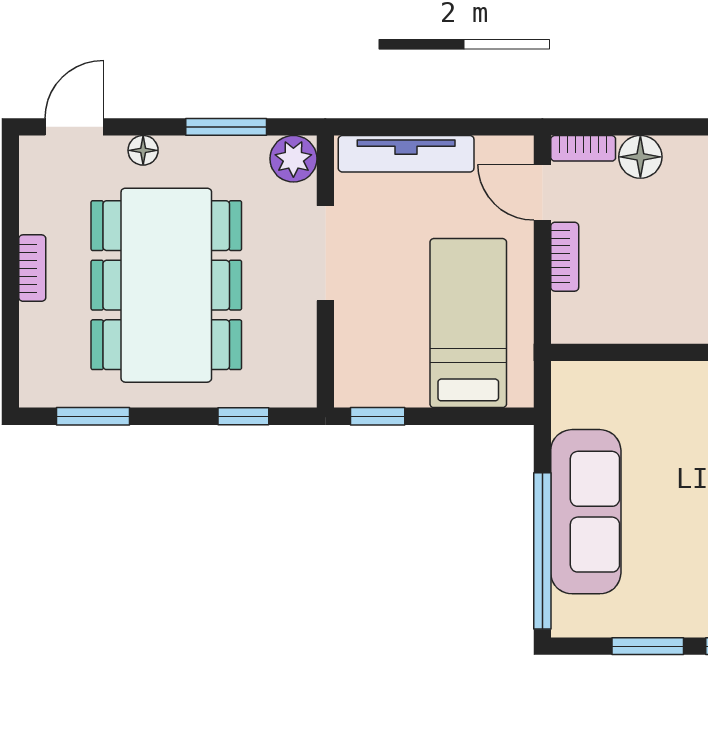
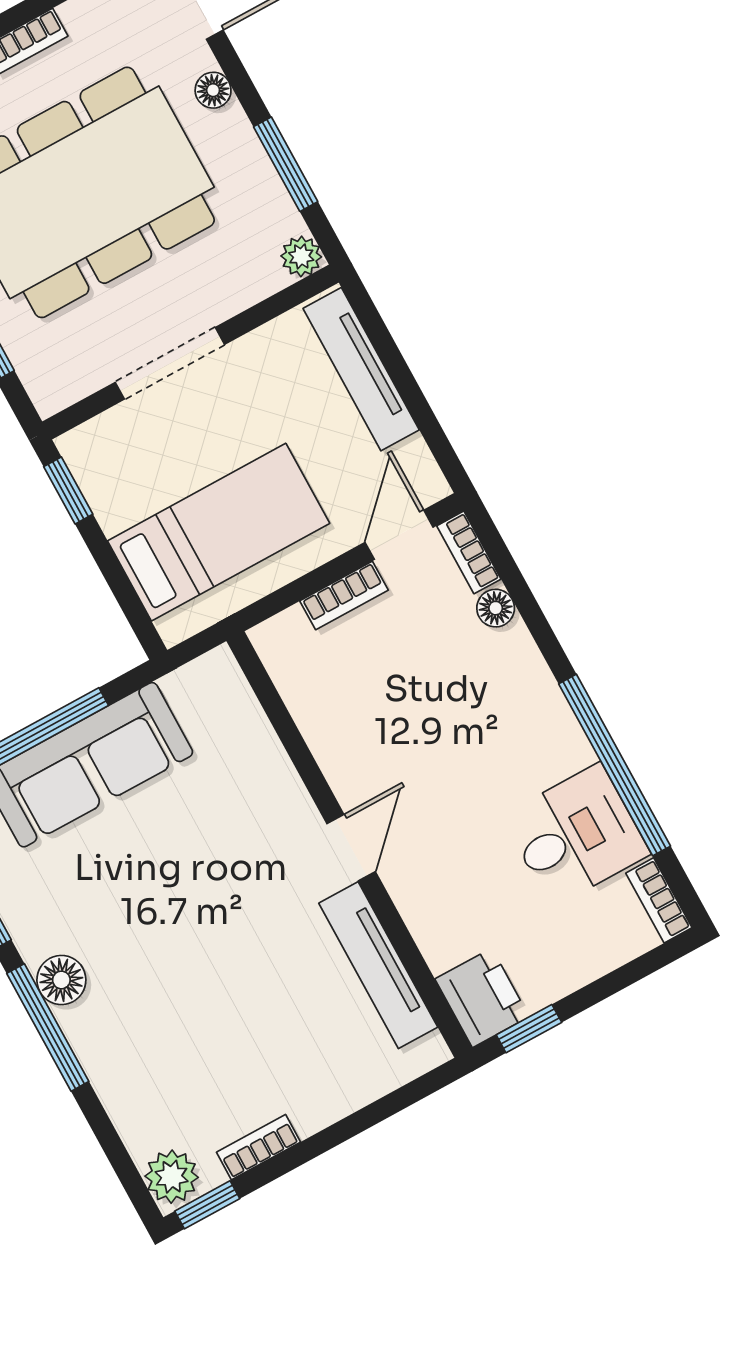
floor lamp: (640, 157) -> (496, 608), width x0.73, depth x0.73
plant: (293, 159) -> (301, 256), width x0.73, depth x0.73
doorway: (325, 253) -> (170, 363), moved

